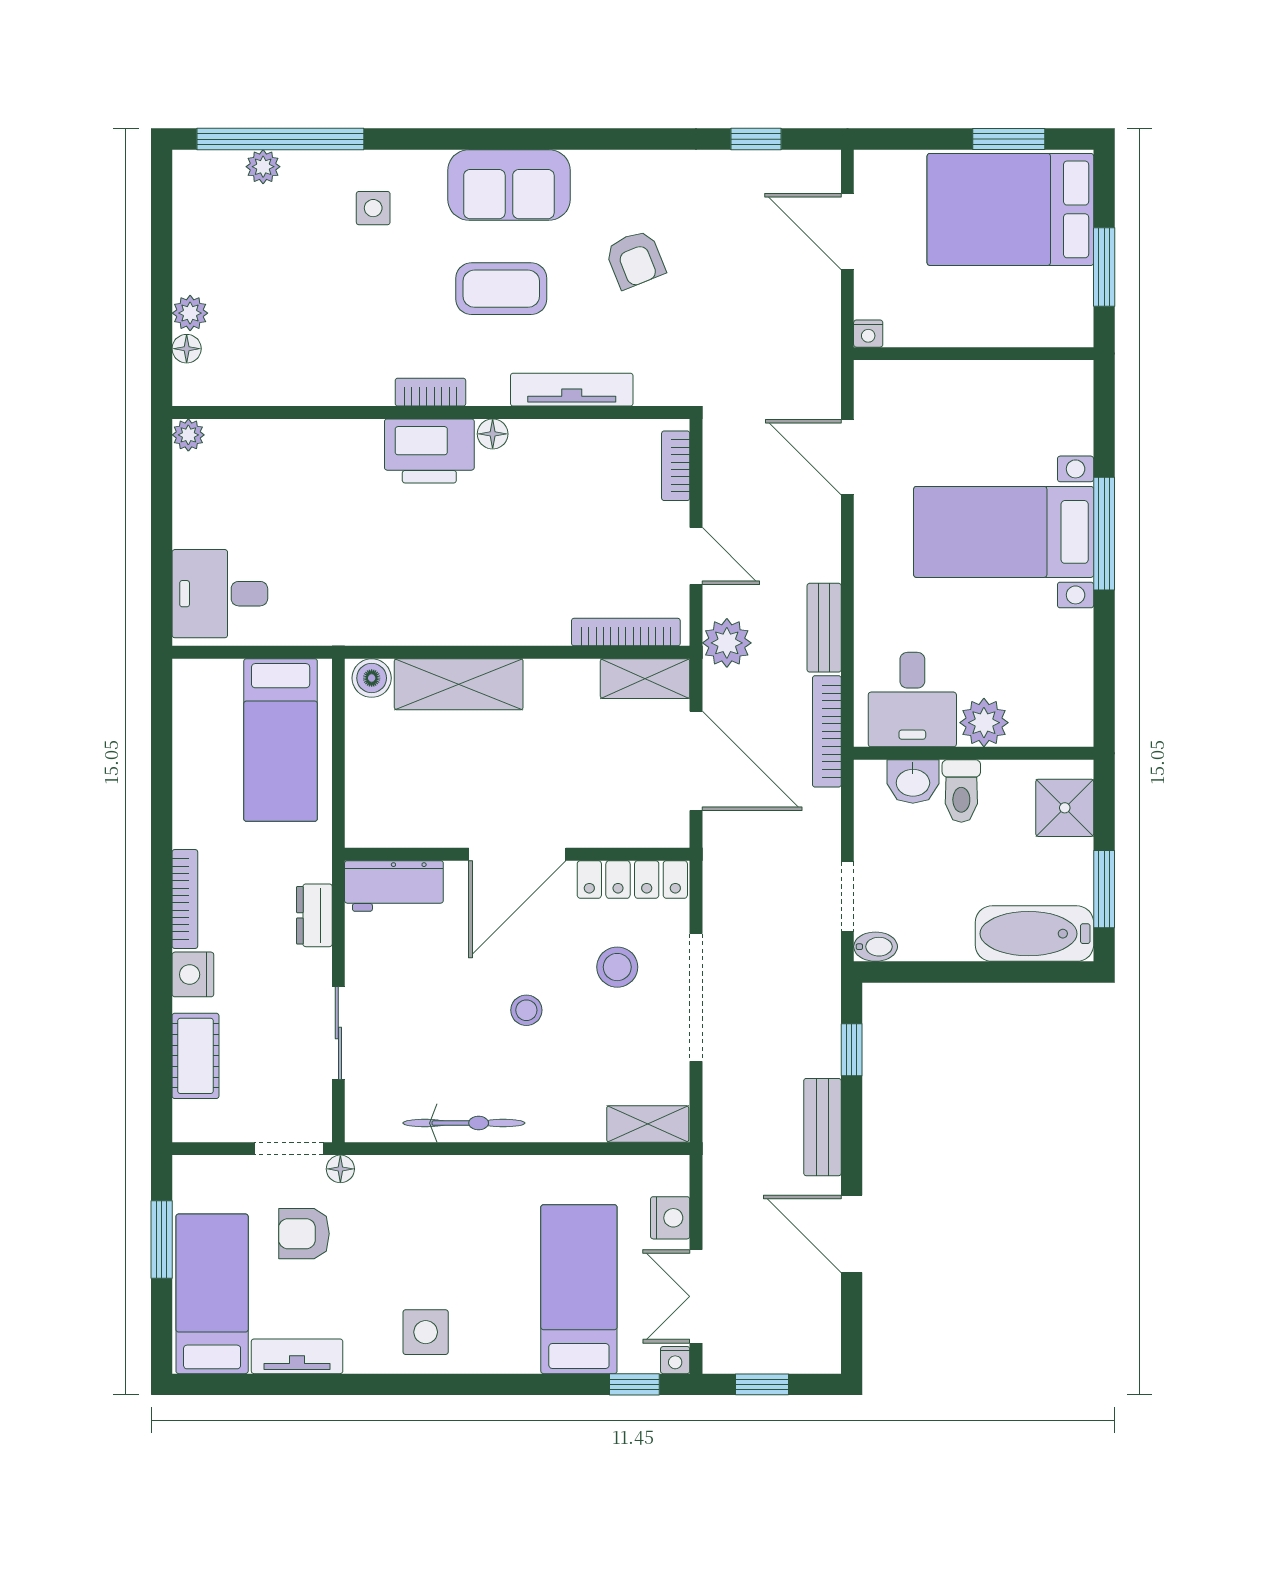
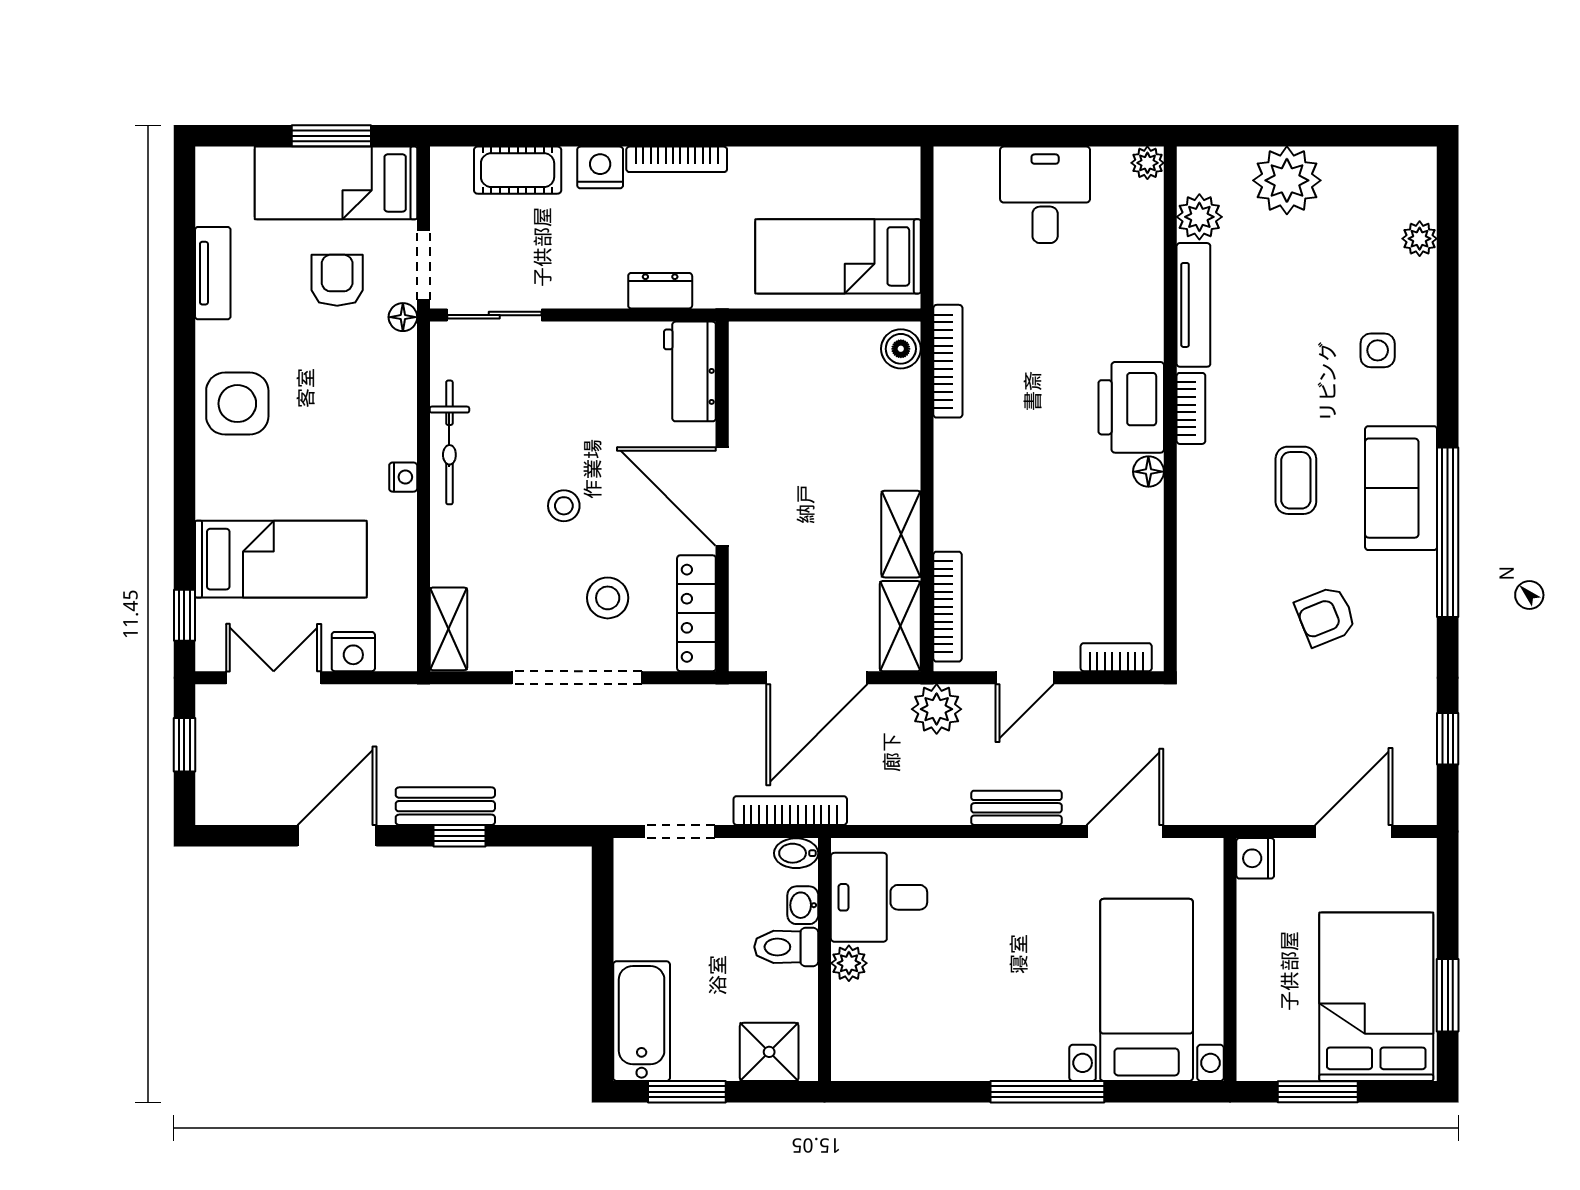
window: (280, 139) -> (1448, 532), moved
coffee table: (501, 289) -> (1296, 480), width x0.73, depth x0.77
plant: (190, 313) -> (1287, 180), width x1.88, depth x1.88
nightstand: (868, 334) -> (1255, 858), width x1.39, depth x1.35
floor lamp: (187, 349) -> (1235, 161), removed
plant: (242, 384) -> (1199, 217), added
tv unit: (572, 390) -> (1193, 305), moved
bed with nightstands: (1004, 532) -> (1147, 990), moved
desk: (220, 594) -> (1045, 195), moved
bench: (824, 628) -> (1016, 808), moved
bookcase: (384, 632) -> (948, 361), added
shelving: (459, 684) -> (901, 534), moved, width x0.67, depth x0.75
plant: (984, 723) -> (849, 963), width x0.73, depth x0.73
bookcase: (827, 731) -> (790, 811), moved
washbasin: (913, 781) -> (803, 905), width x0.72, depth x0.69
bidet: (876, 947) -> (796, 853), moved, turned 90
sliding door: (338, 1033) -> (494, 315), moved
window: (852, 1050) -> (460, 836), moved
bed: (212, 1294) -> (336, 183), moved, turned 180
side table: (426, 1332) -> (237, 404), width x1.37, depth x1.37
nightstand: (675, 1360) -> (403, 477), moved, turned 180

